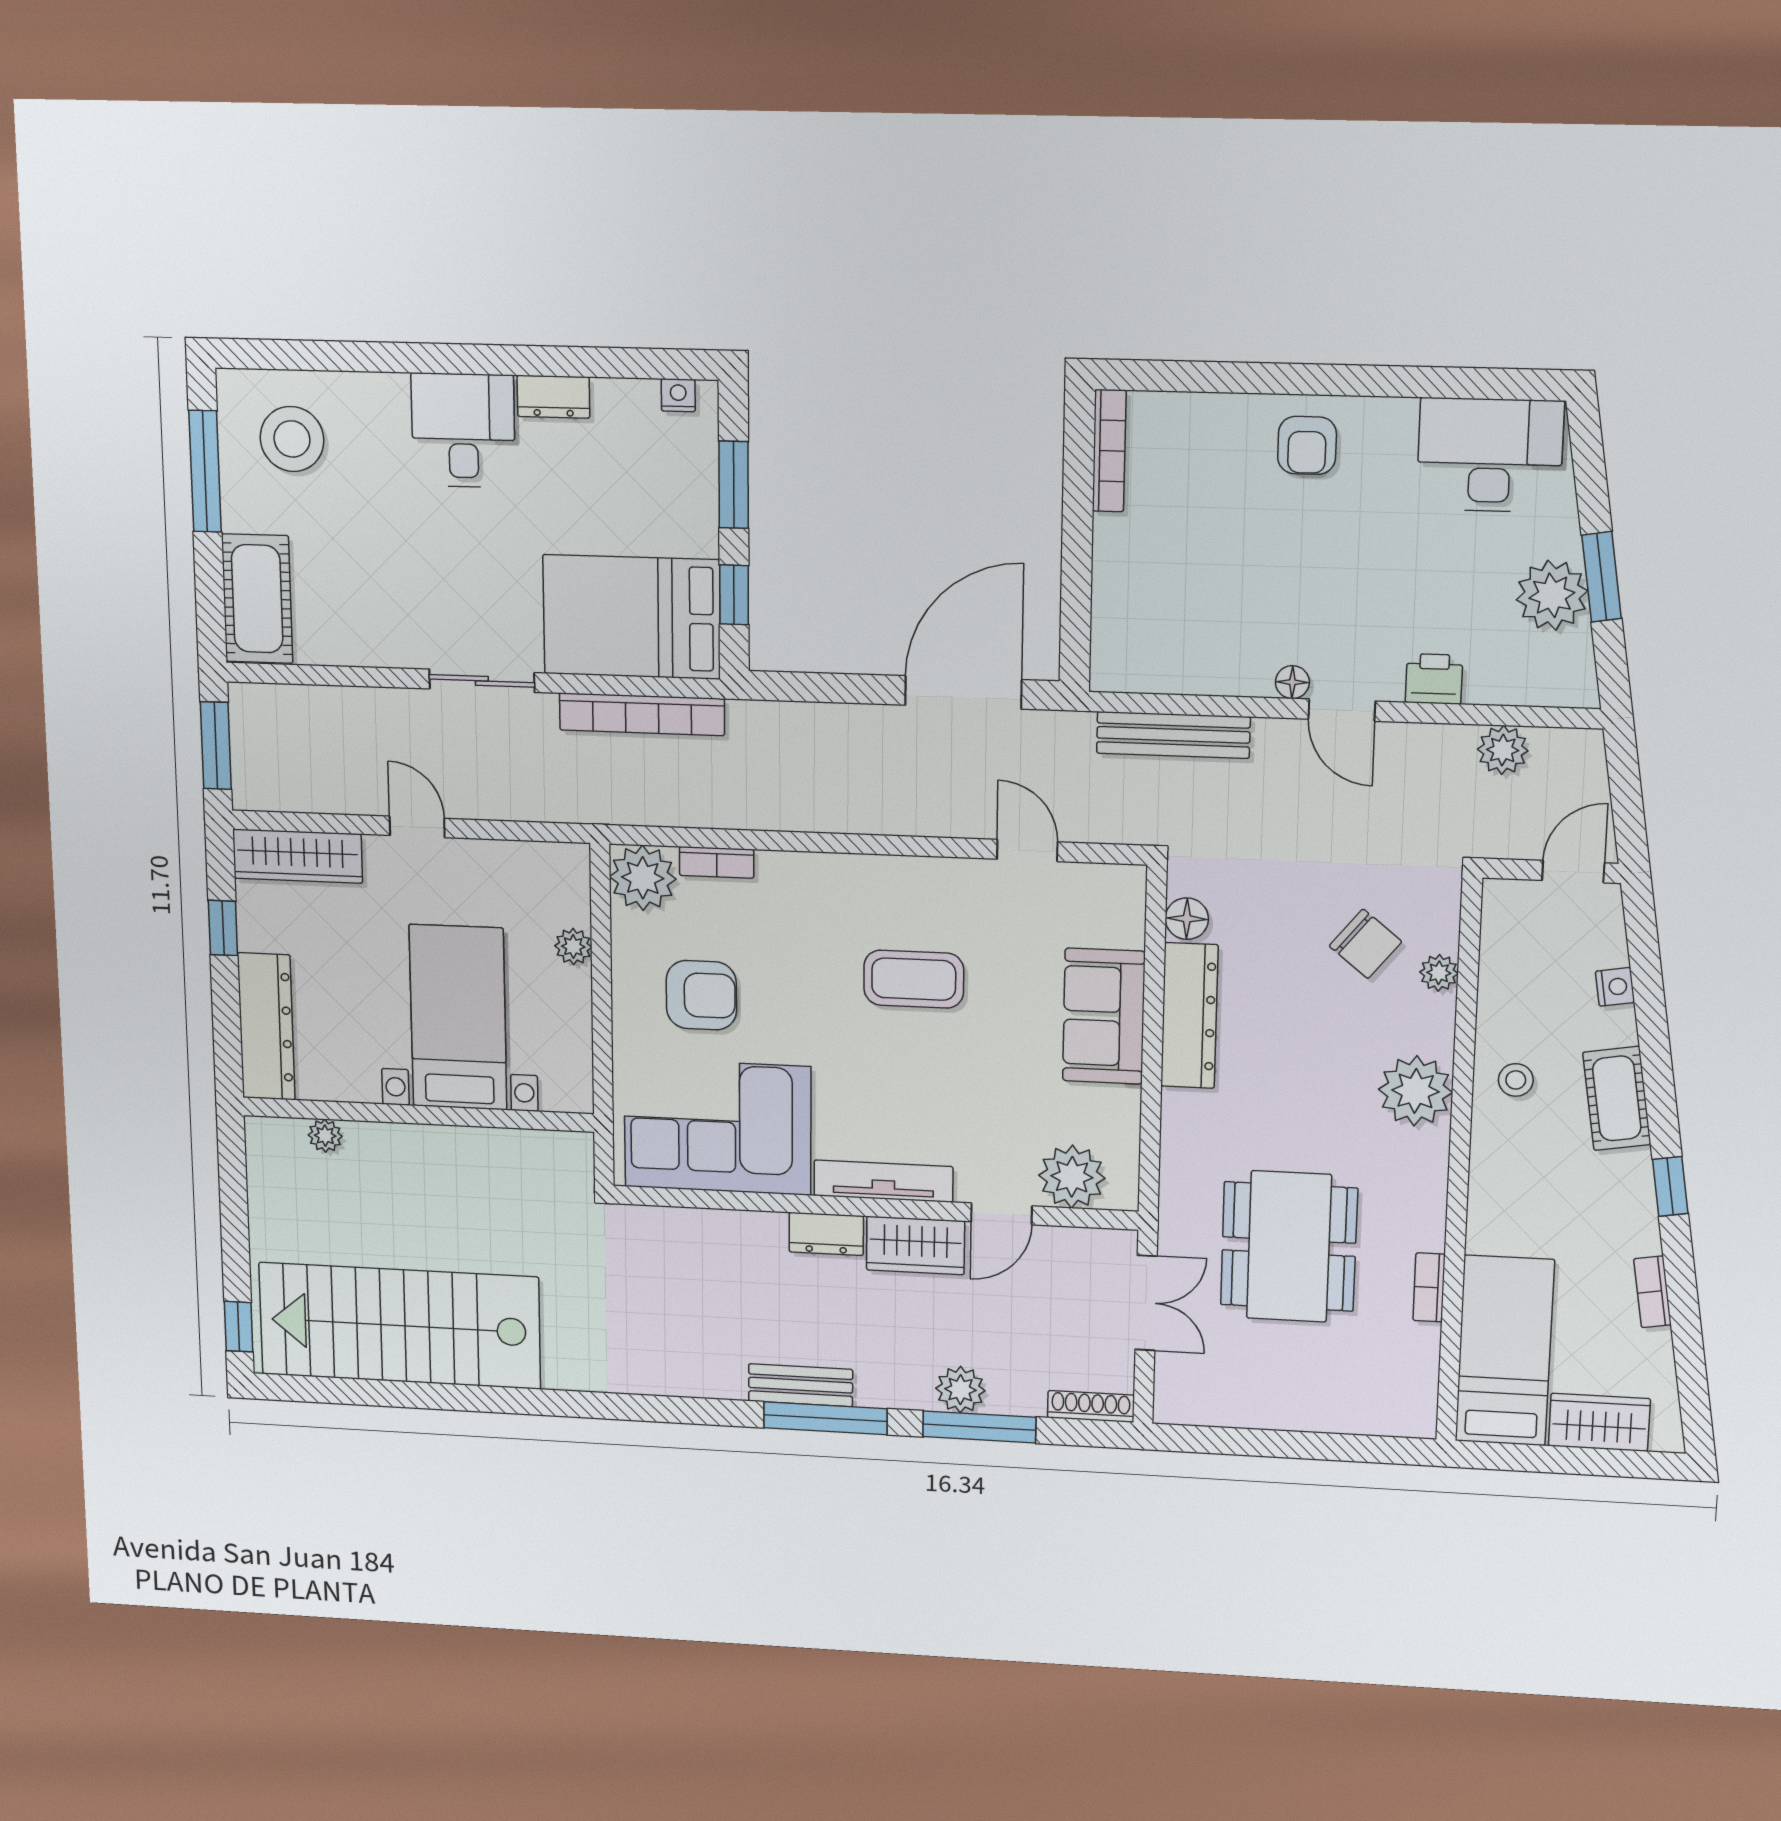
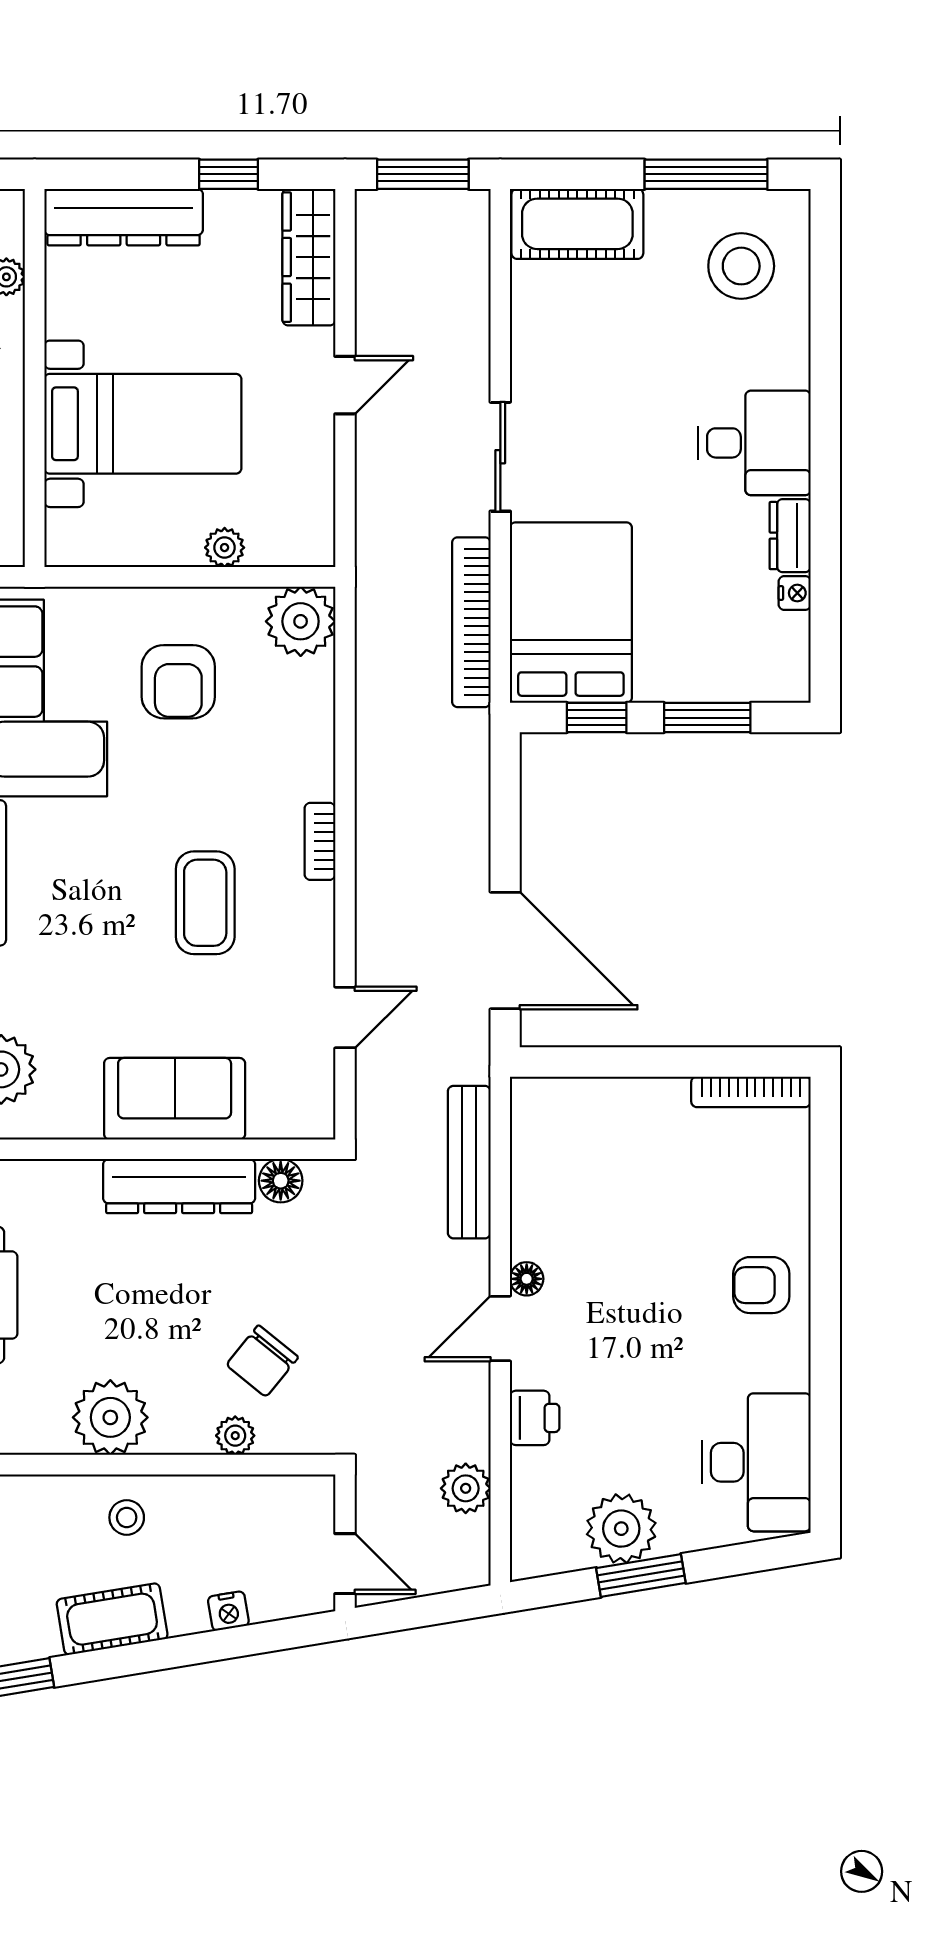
nightstand: (678, 395) -> (795, 593), moved
bookcase: (717, 862) -> (320, 841), moved

